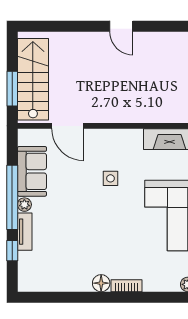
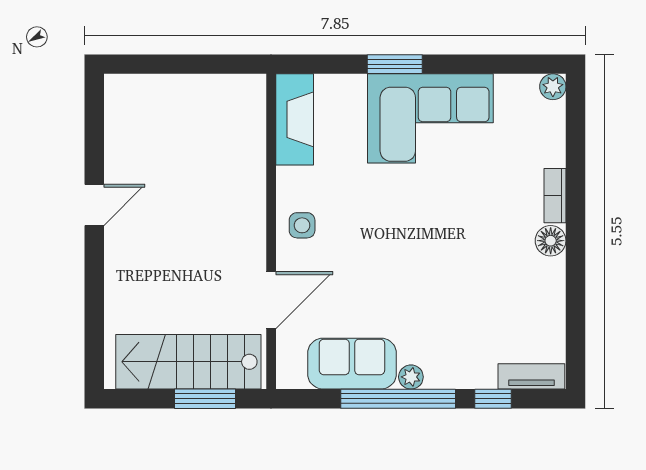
side table: (110, 178) -> (302, 225), moved
tv unit: (25, 232) -> (531, 376), moved

